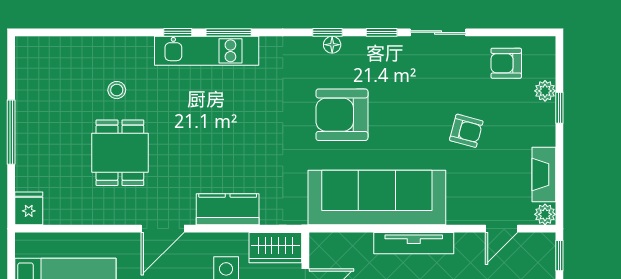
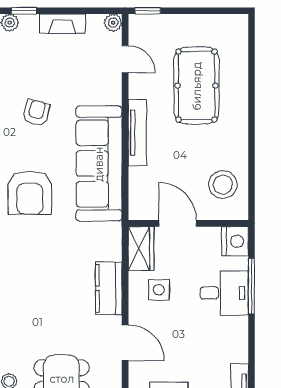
armchair: (466, 131) -> (36, 113), moved
fireplace: (544, 174) -> (62, 24), moved

